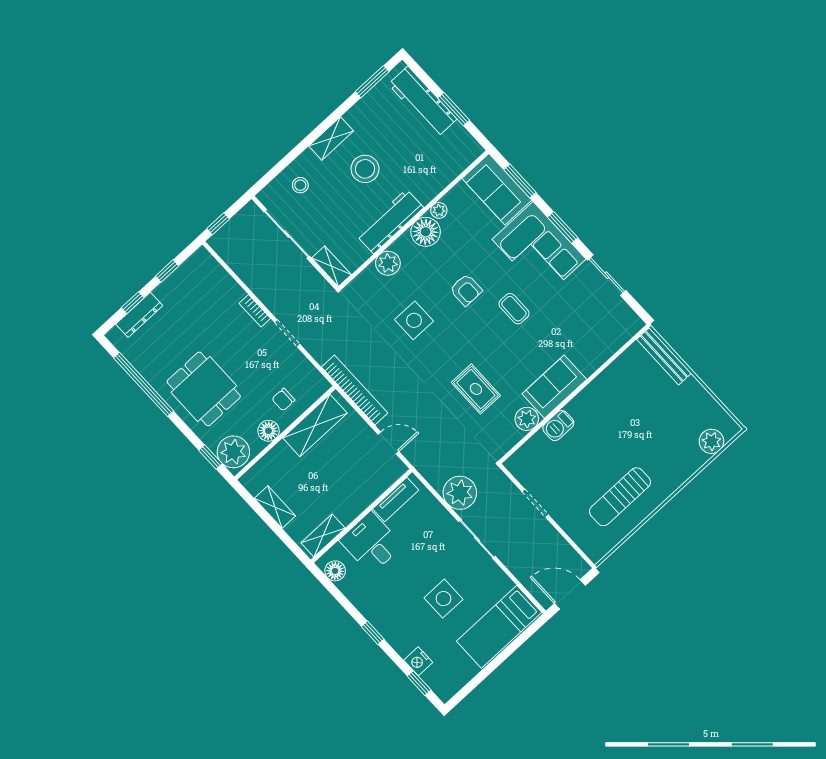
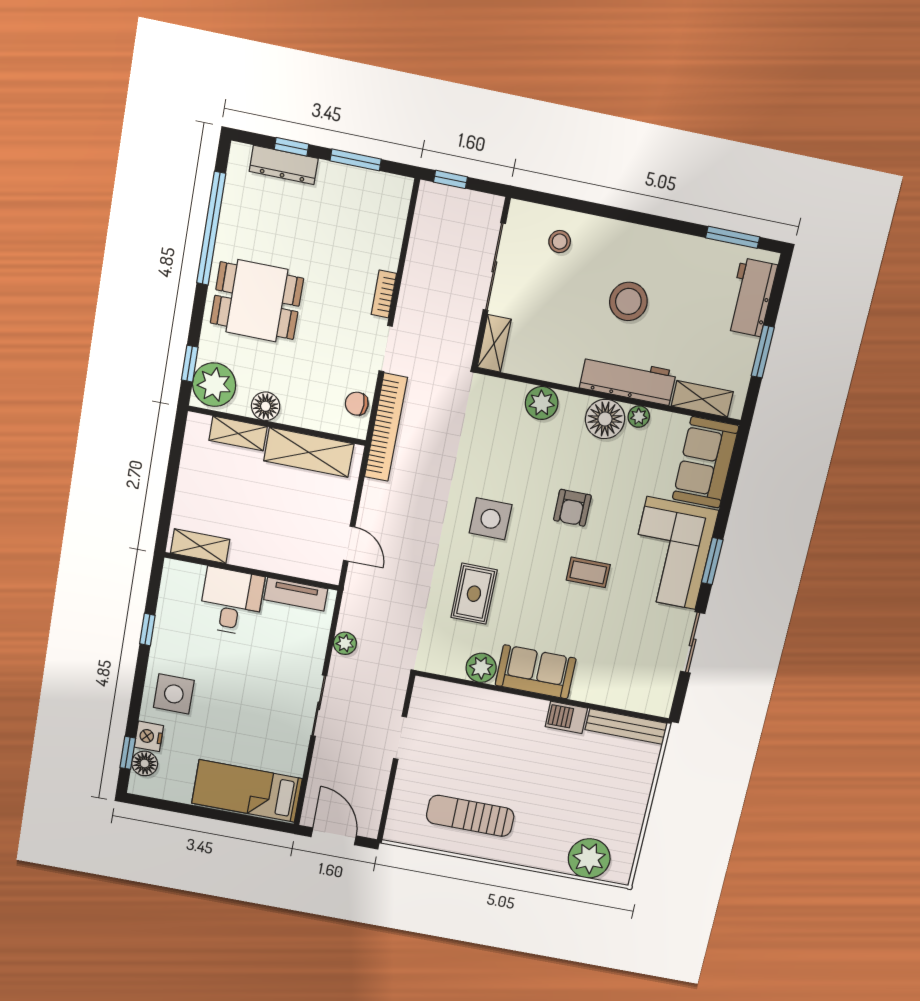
workbench: (422, 102) -> (751, 297), width x0.73
shelving: (331, 138) -> (702, 399), moved
window: (520, 181) -> (732, 480), removed
workbench: (390, 222) -> (628, 380), moved
window: (167, 271) -> (356, 160), width x1.50
coffee table: (514, 309) -> (588, 572), turned 90
side table: (414, 320) -> (491, 519), moved
bench: (664, 356) -> (626, 727), moved, turned 90
dining table: (204, 389) -> (257, 301), turned 90
bookcase: (355, 390) -> (386, 427), moved
chair: (283, 400) -> (357, 404), moved
barbecue: (558, 426) -> (566, 717), moved
plant: (711, 441) -> (589, 858), width x1.36, depth x1.36
plant: (460, 493) -> (345, 643), width x0.53, depth x0.53
shelving: (275, 507) -> (238, 434), moved, turned 90
floor lamp: (335, 571) -> (145, 763), moved
side table: (443, 599) -> (174, 694), moved
window: (373, 633) -> (147, 630), moved

